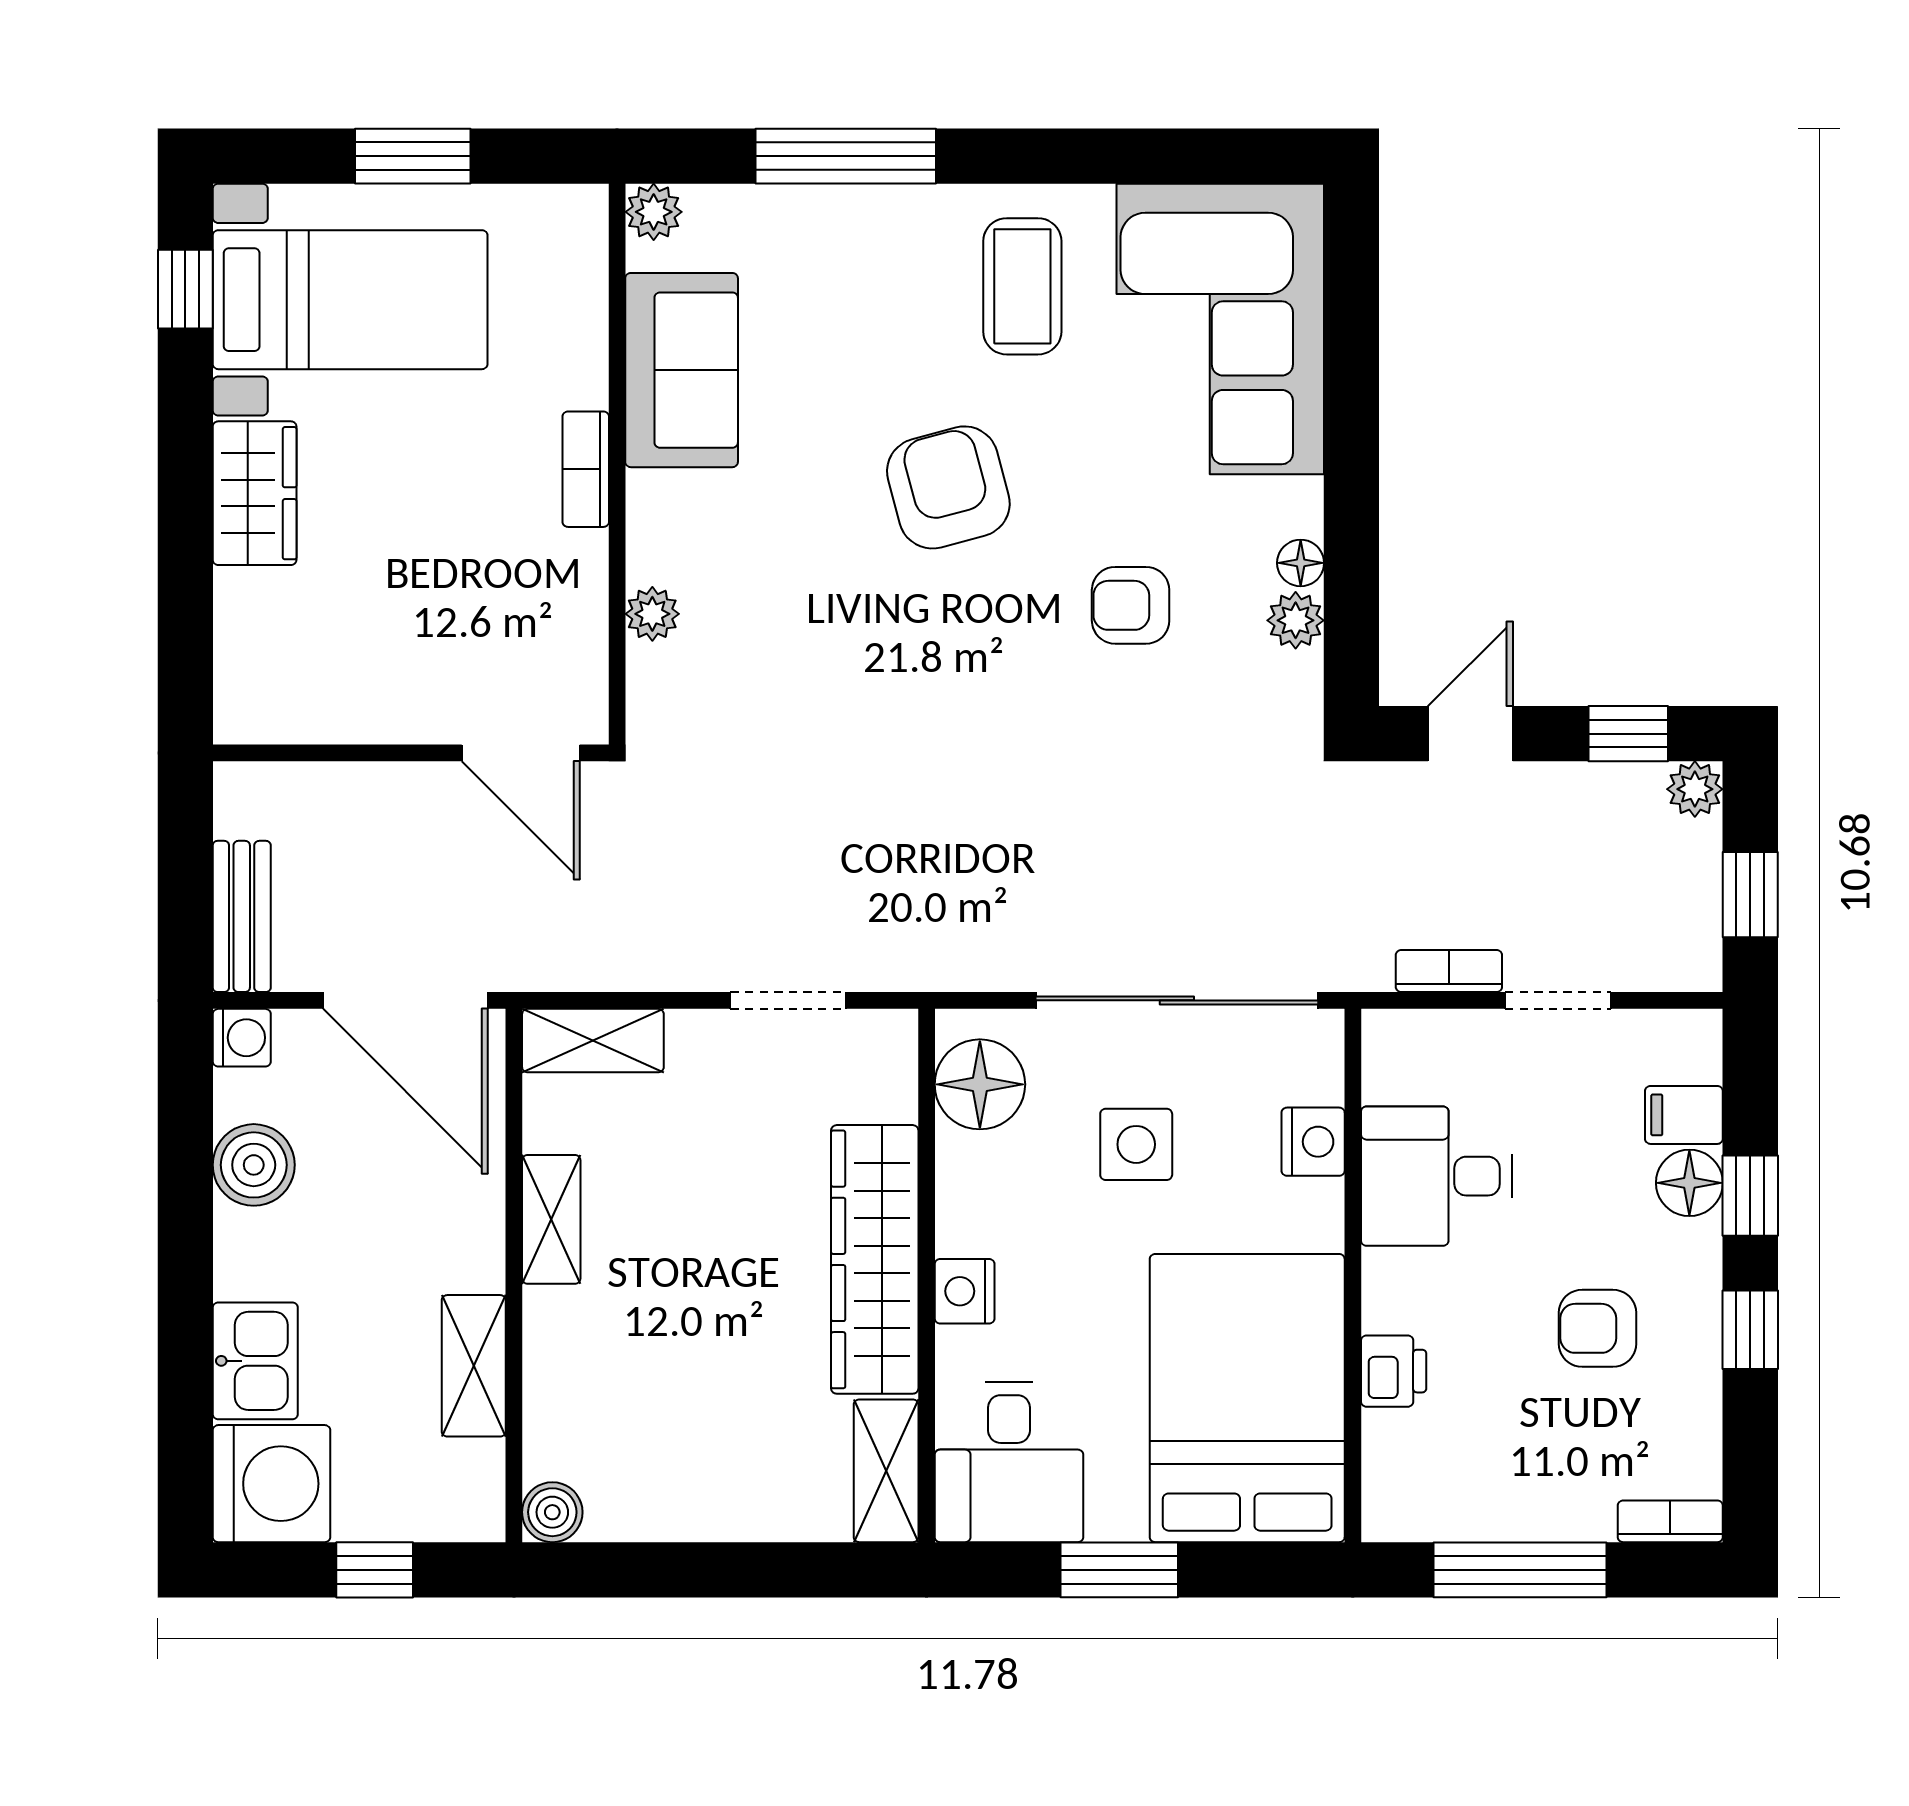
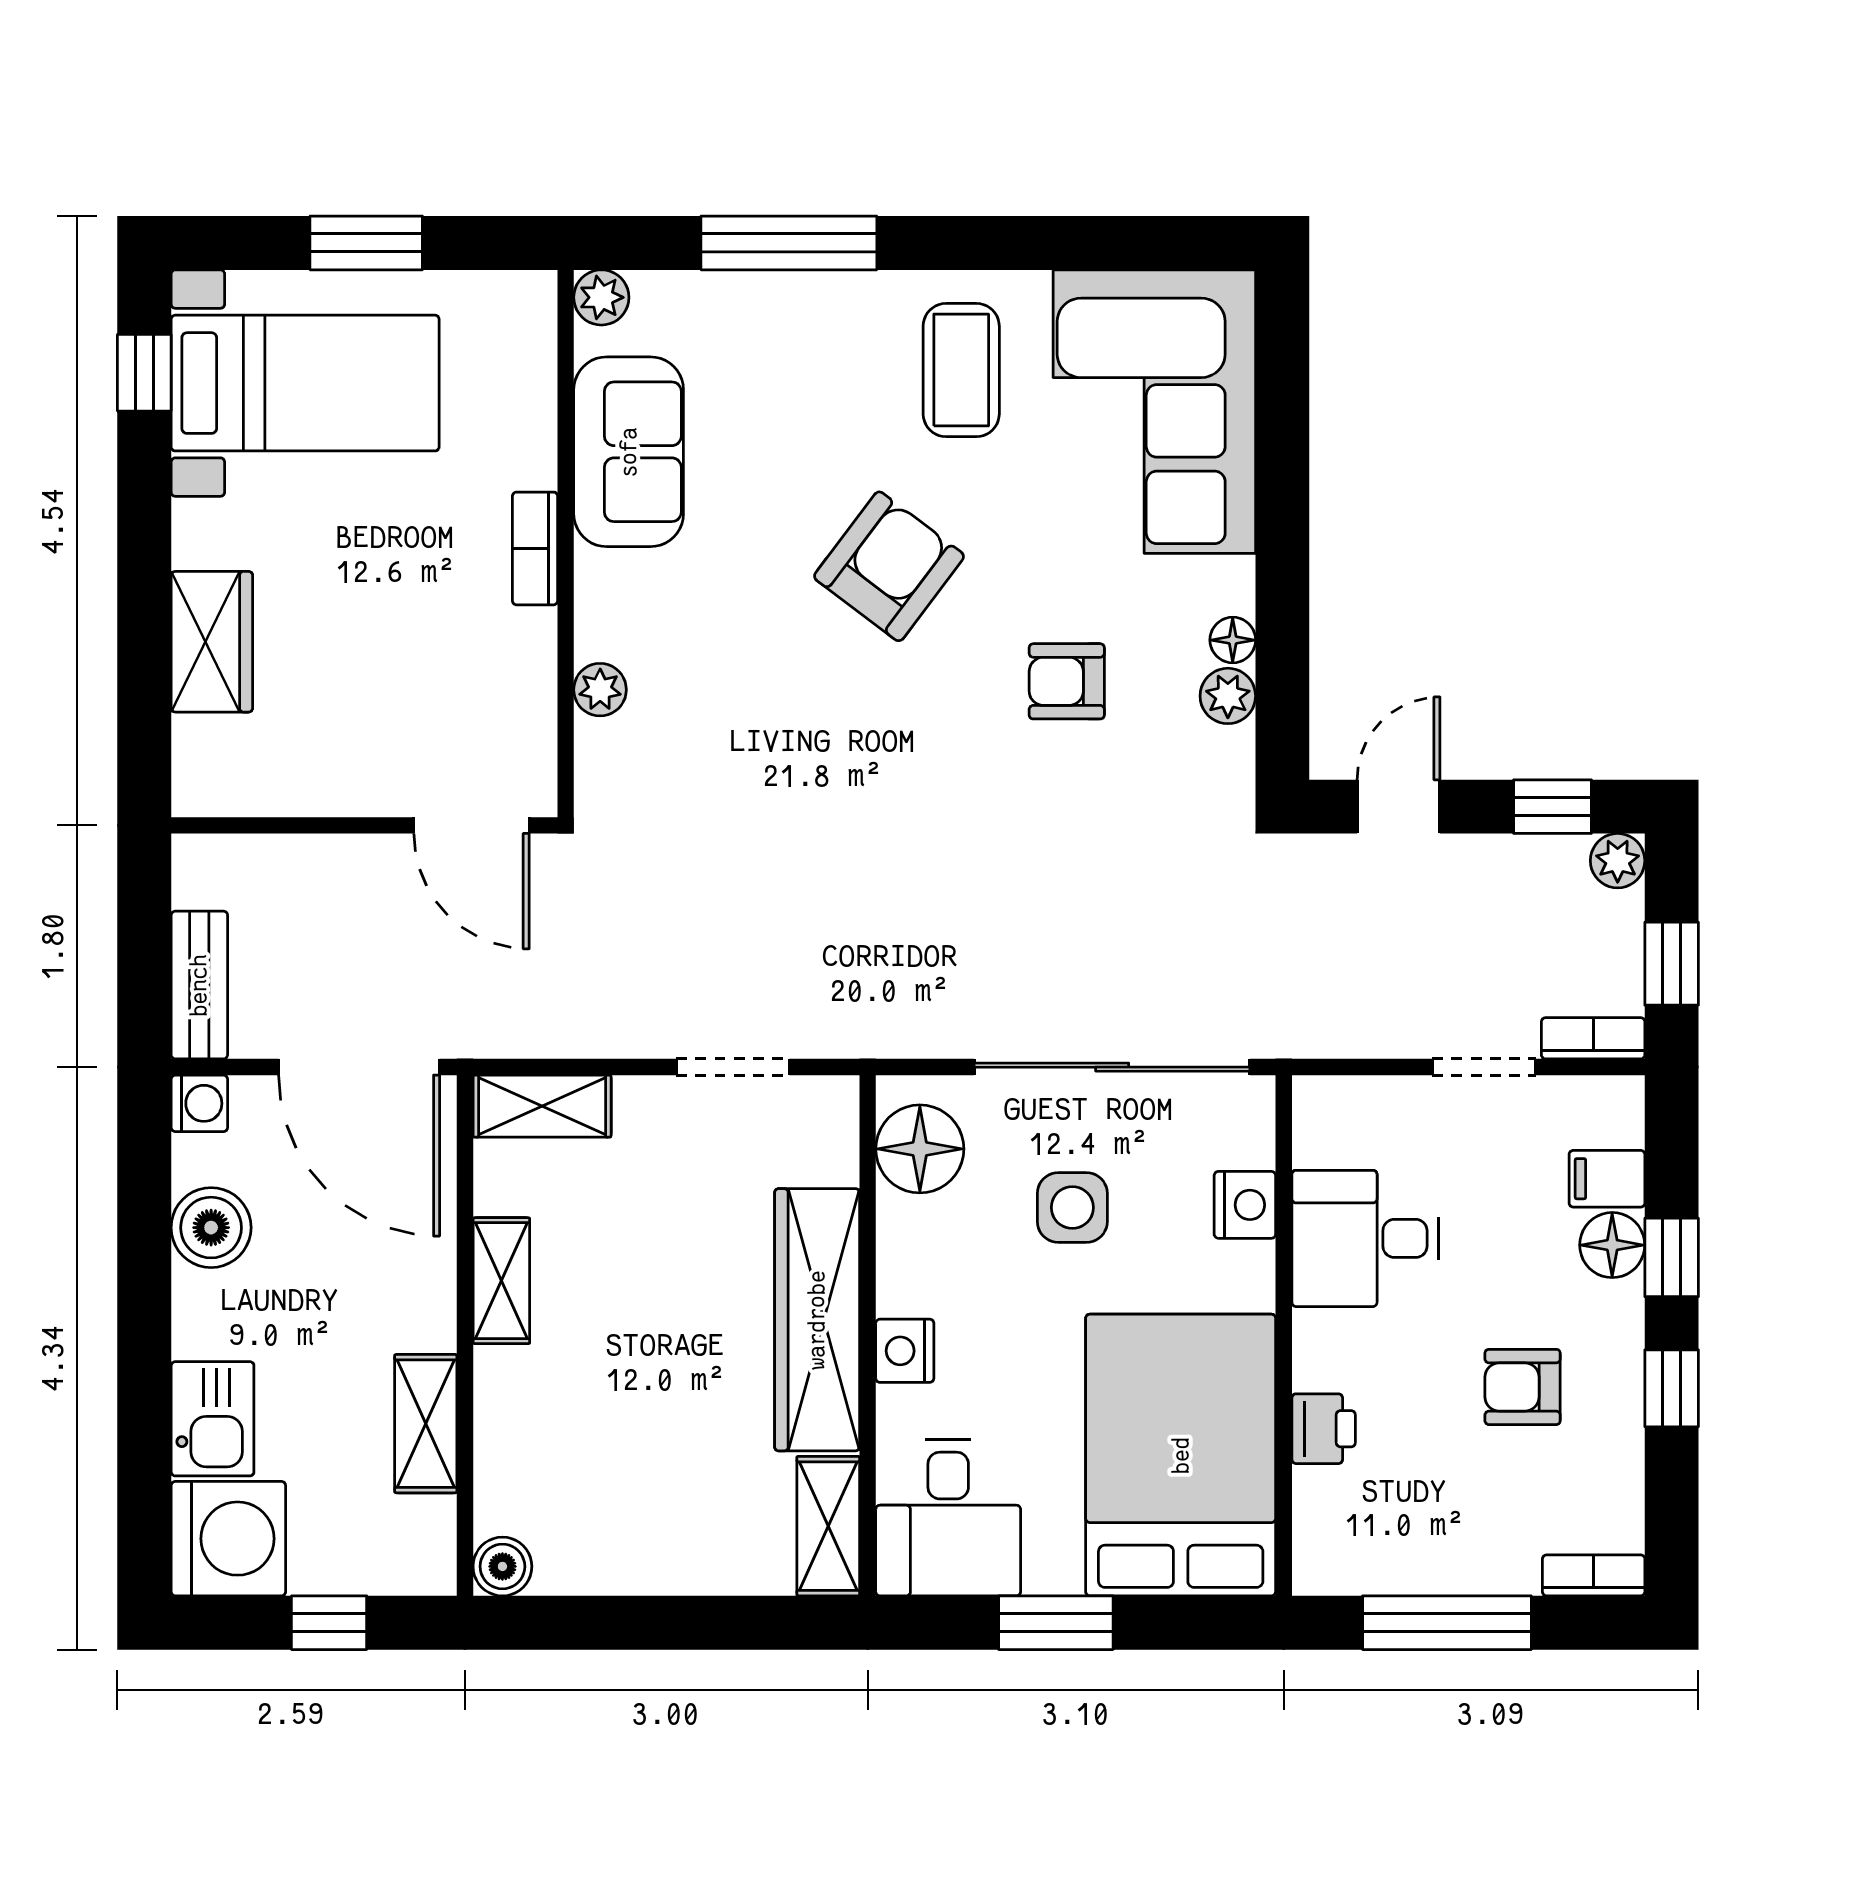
armchair: (948, 487) -> (889, 566), turned 52
wardrobe: (255, 493) -> (212, 642), moved
bookcase: (1449, 971) -> (1593, 1038), moved

